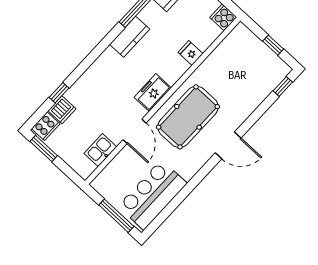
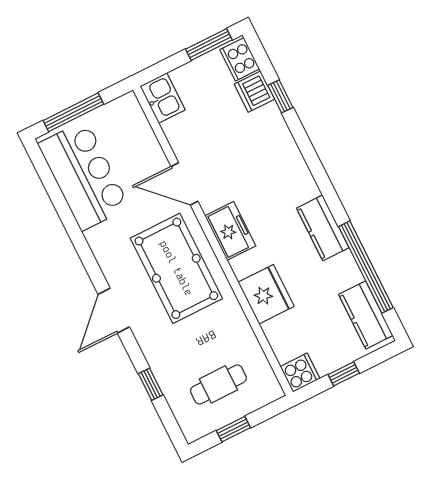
fridge: (190, 53) -> (266, 294), width x1.88, depth x1.34
cafe table: (249, 65) -> (218, 384), added
window: (283, 87) -> (151, 384), moved
kitchen sink: (100, 150) -> (163, 98), moved

